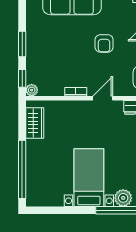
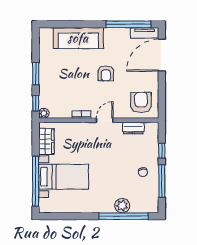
bed with nightstands: (89, 178) -> (64, 177), moved, turned 90

